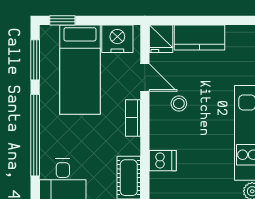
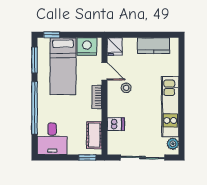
kitchen counter: (200, 37) -> (154, 46), moved

